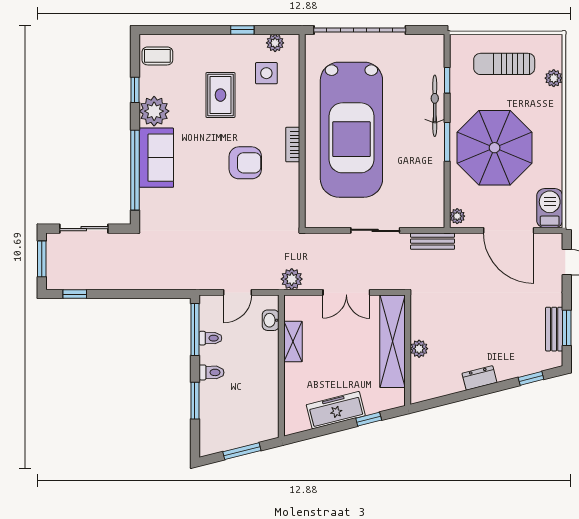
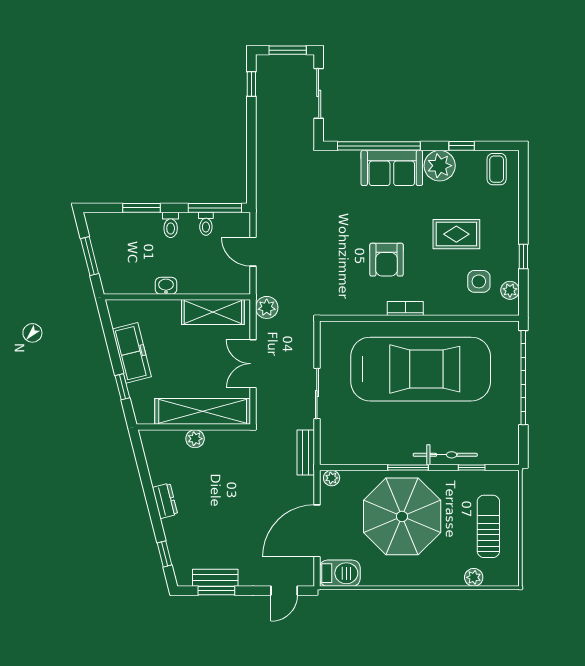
car: (351, 130) -> (421, 369), turned 180
washbasin: (271, 320) -> (166, 286), moved
shelving: (293, 342) -> (213, 312), width x1.50, depth x1.33

